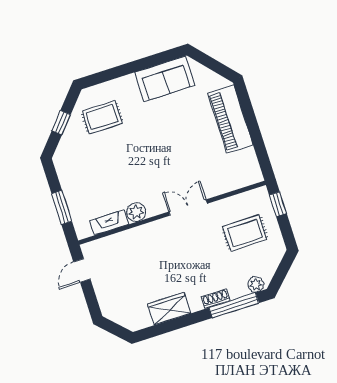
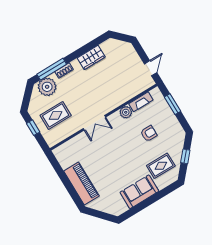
sofa: (165, 79) -> (139, 192), moved
armchair: (109, 171) -> (149, 133), added
window: (278, 204) -> (33, 128), moved
plant: (256, 284) -> (47, 87), width x1.88, depth x1.88

